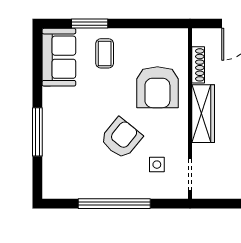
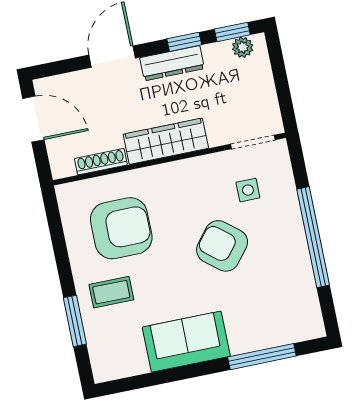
sofa: (59, 57) -> (186, 342), moved
armchair: (157, 87) -> (121, 228), moved
window: (37, 132) -> (262, 357), moved

